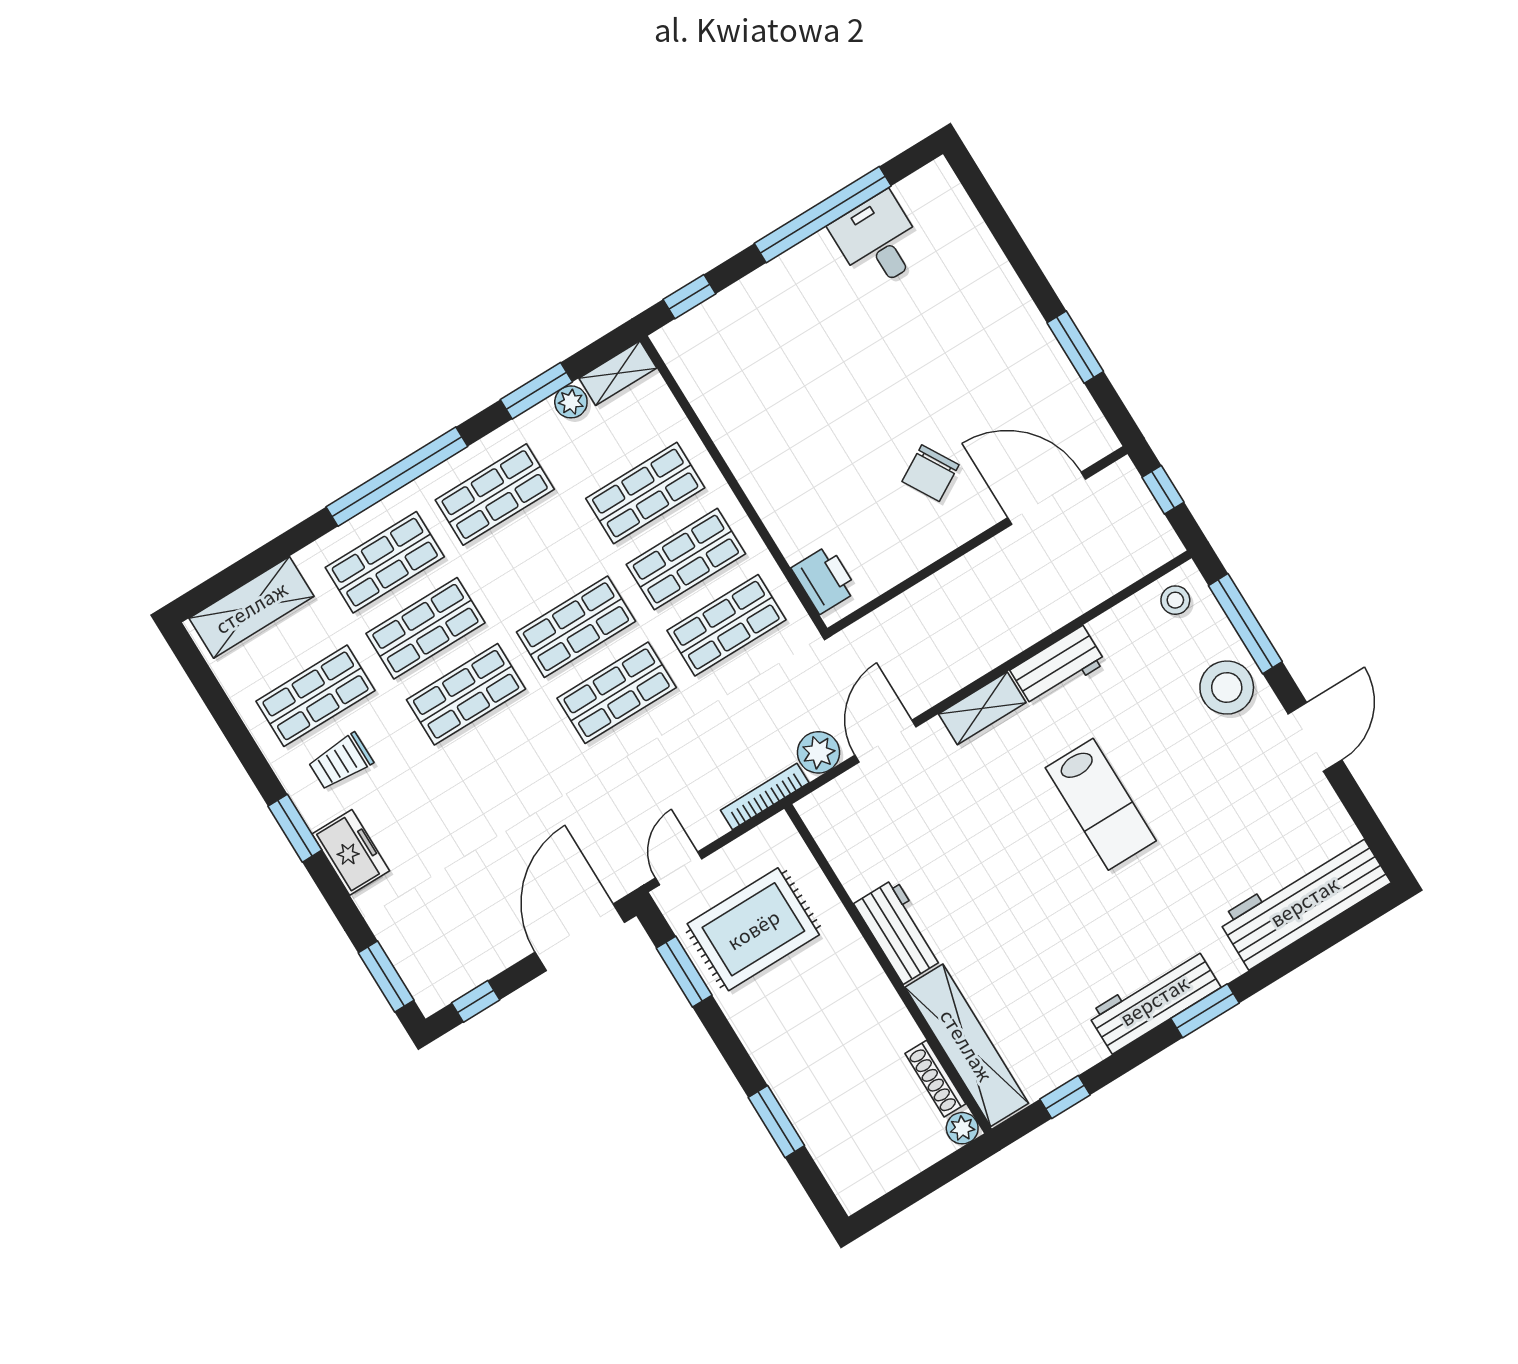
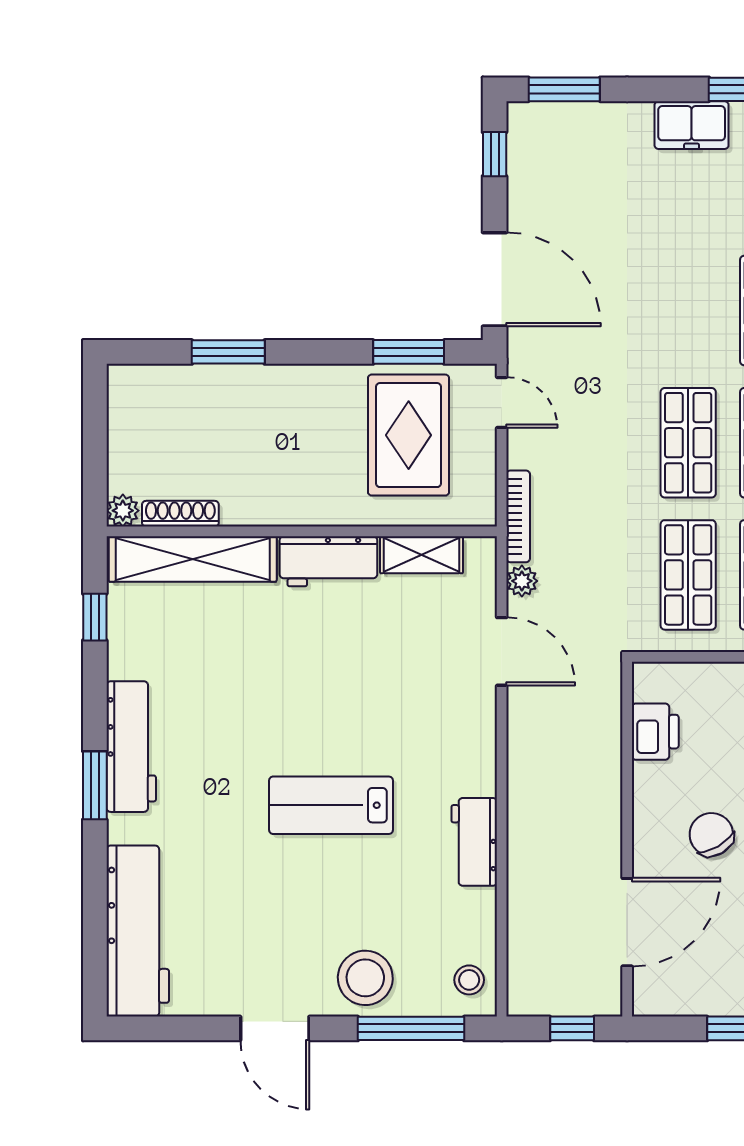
printer: (825, 579) -> (655, 732), moved, turned -90
shelving: (982, 708) -> (422, 555), moved, turned 90
plant: (818, 752) -> (522, 581), width x0.73, depth x0.73

